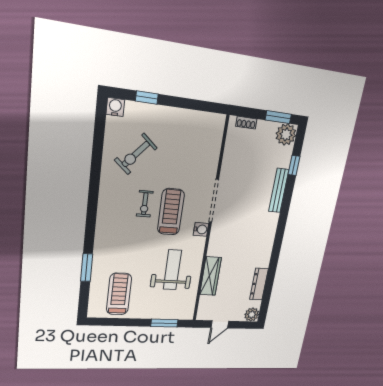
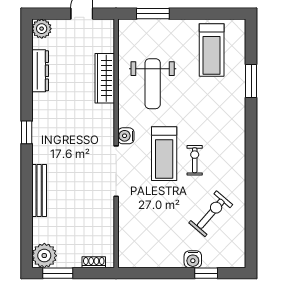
water cooler: (115, 107) -> (193, 259), moved
window: (294, 165) -> (27, 132), moved

